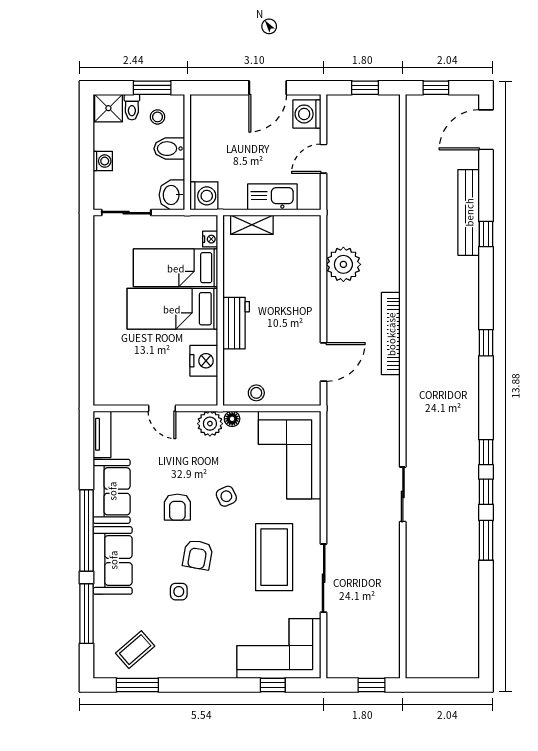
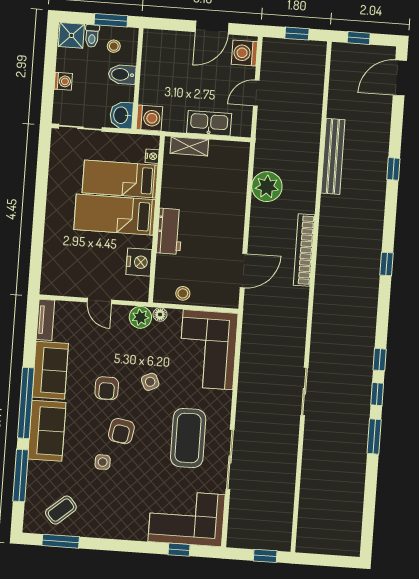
bench: (469, 212) -> (333, 156), moved

